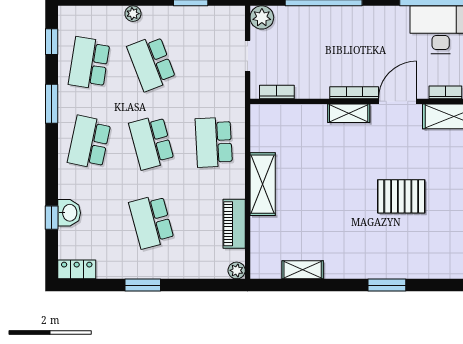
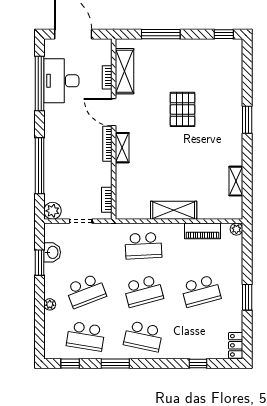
washbasin: (69, 213) -> (52, 252), moved, turned 90

